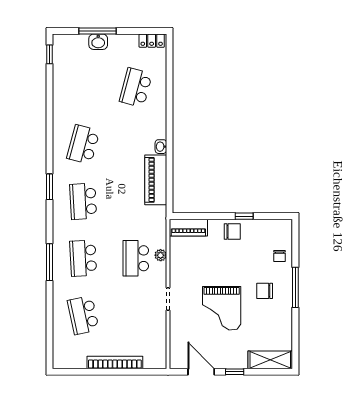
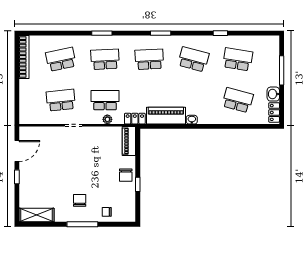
washbasin: (98, 42) -> (273, 94), moved
window: (49, 54) -> (220, 33), moved
school desk: (83, 88) -> (238, 59), added
locker: (160, 220) -> (135, 119), added
window: (49, 262) -> (102, 33), width x0.69
grand piano: (222, 308) -> (66, 167), removed
school desk: (136, 315) -> (61, 100), added
shelving: (270, 360) -> (37, 215), moved, turned 90
bookcase: (115, 362) -> (24, 57), moved

